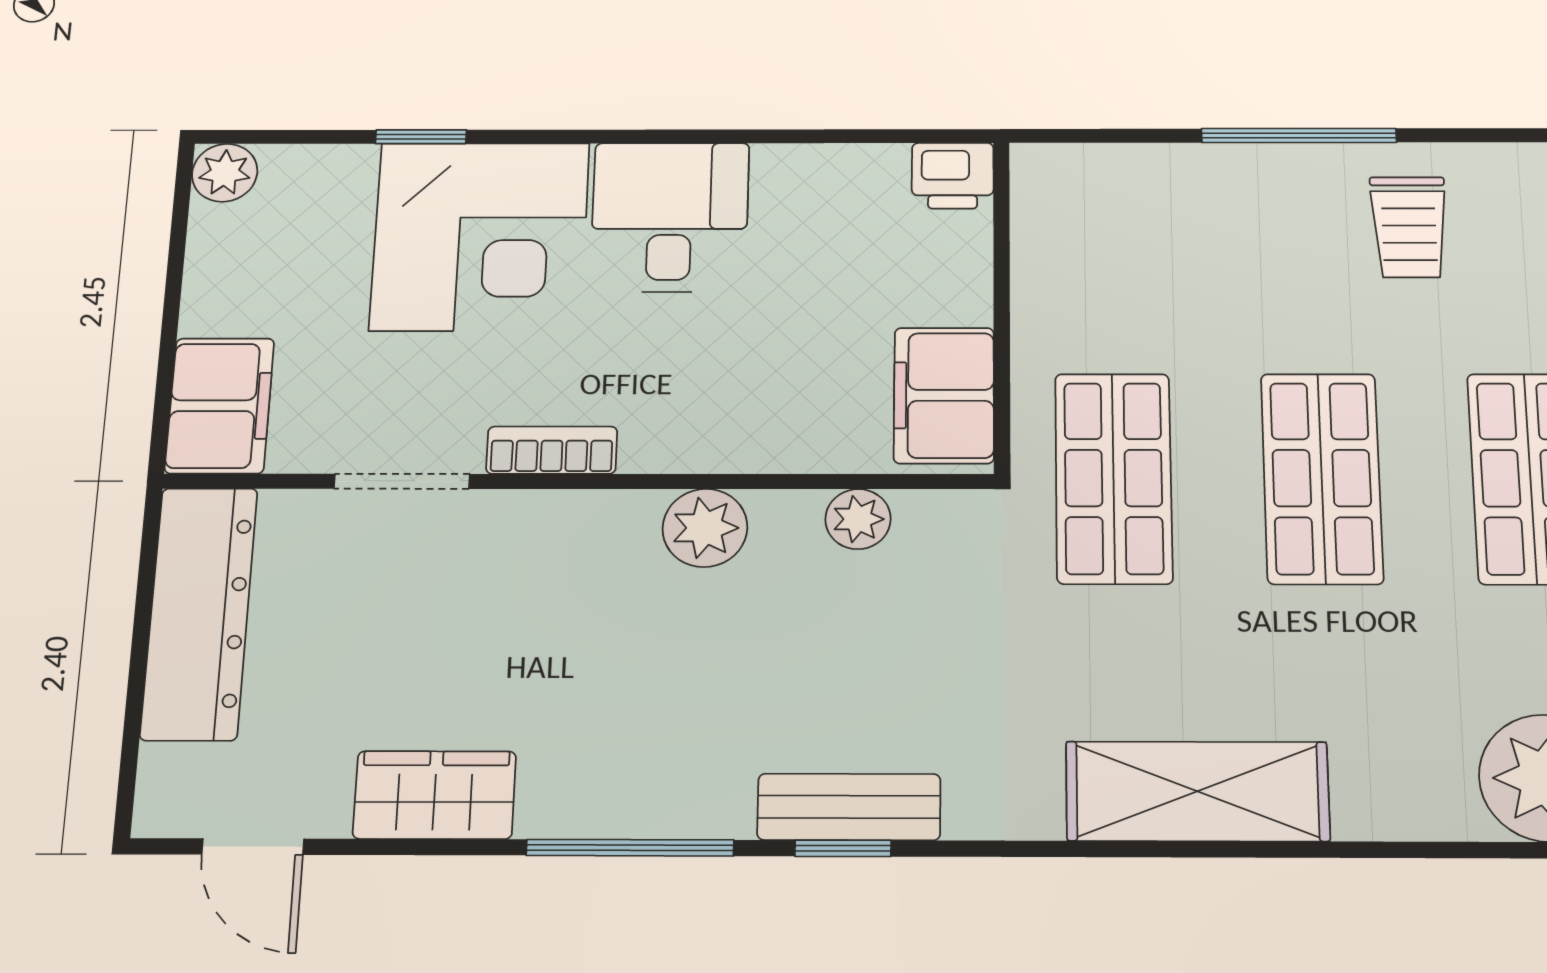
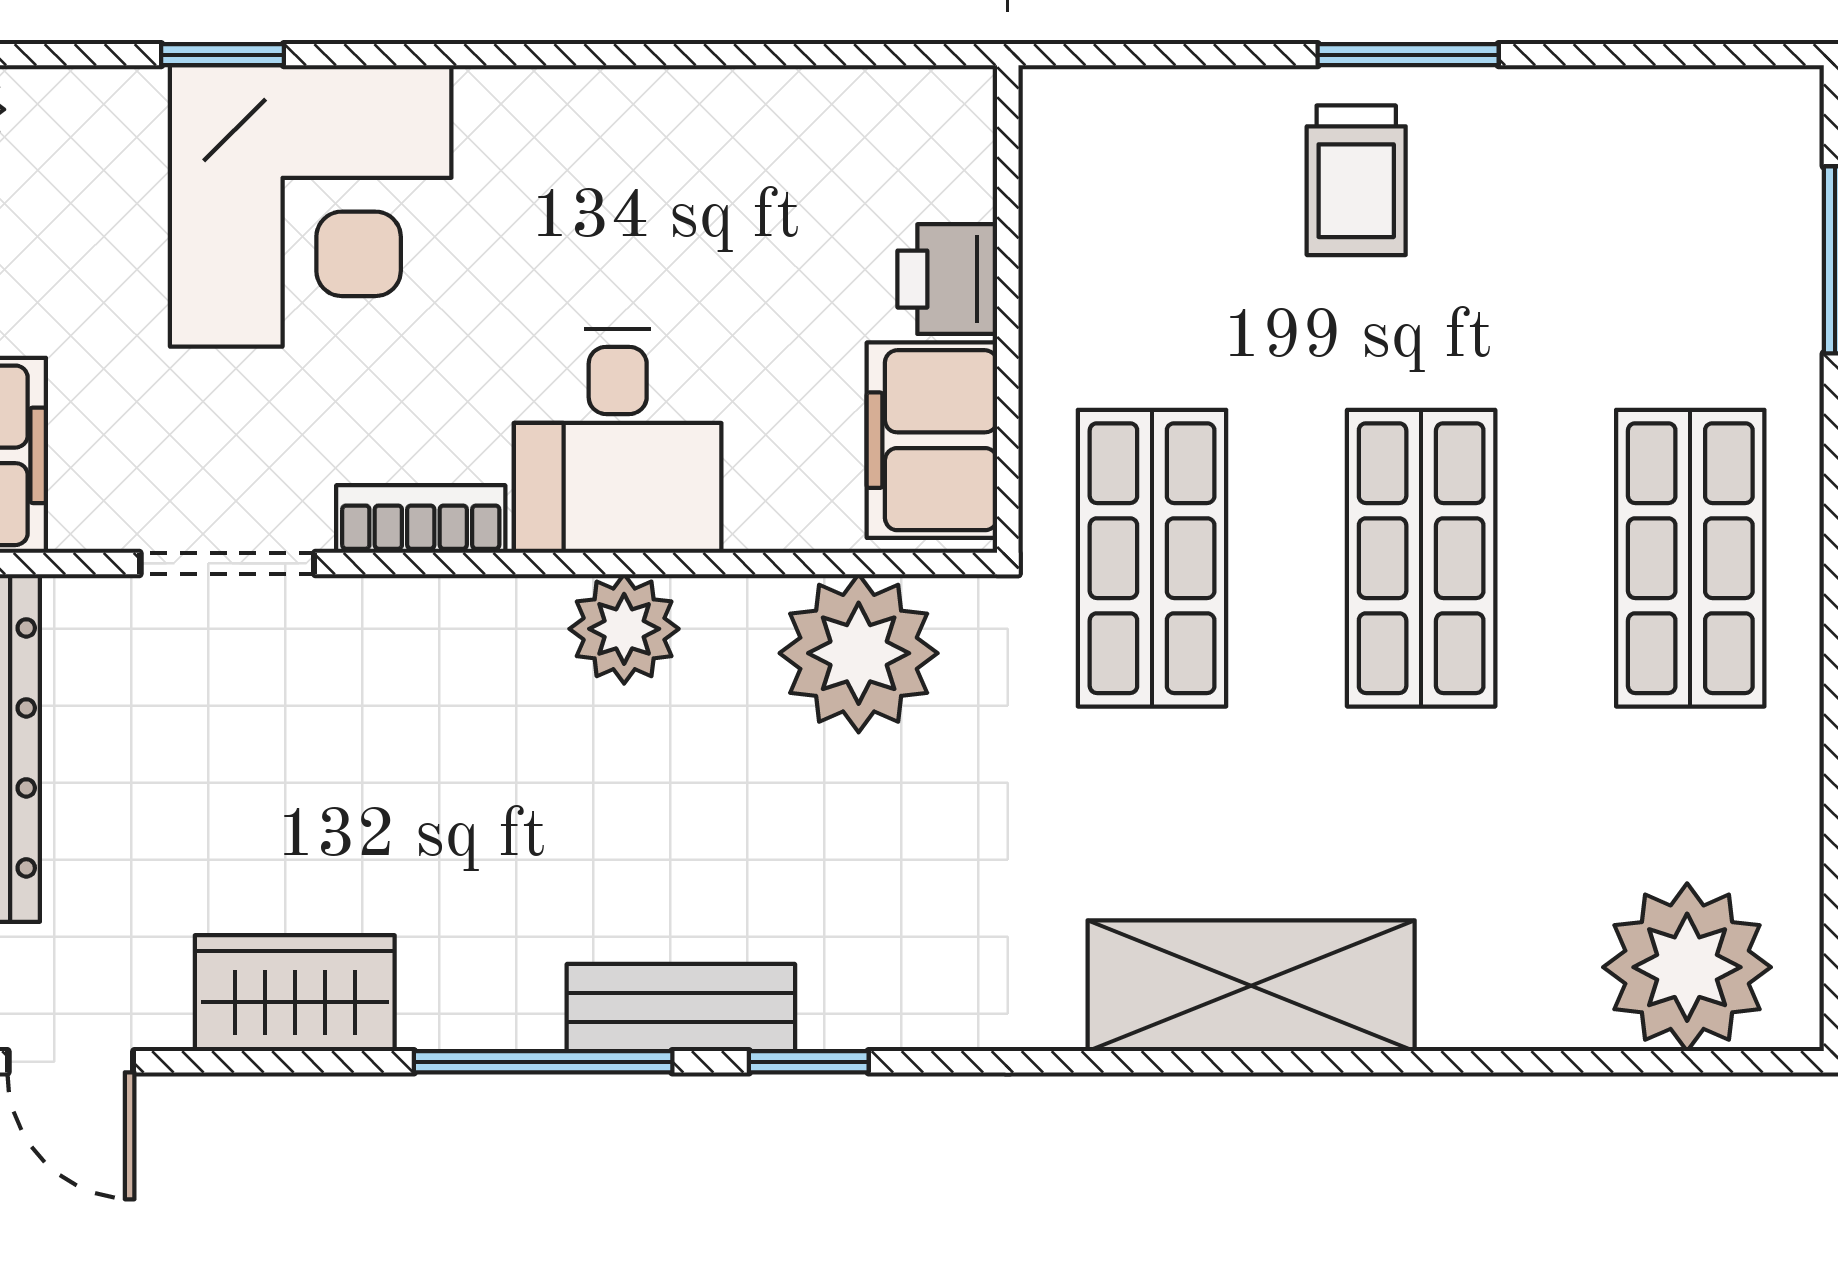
window: (1299, 136) -> (1408, 55), width x0.69
printer: (953, 176) -> (947, 279), moved, turned 90
desk: (670, 217) -> (618, 441), moved, turned 180
trolley: (1409, 227) -> (1356, 180), moved
plant: (858, 519) -> (859, 653), width x1.88, depth x1.88
bench: (849, 807) -> (681, 1008), moved

